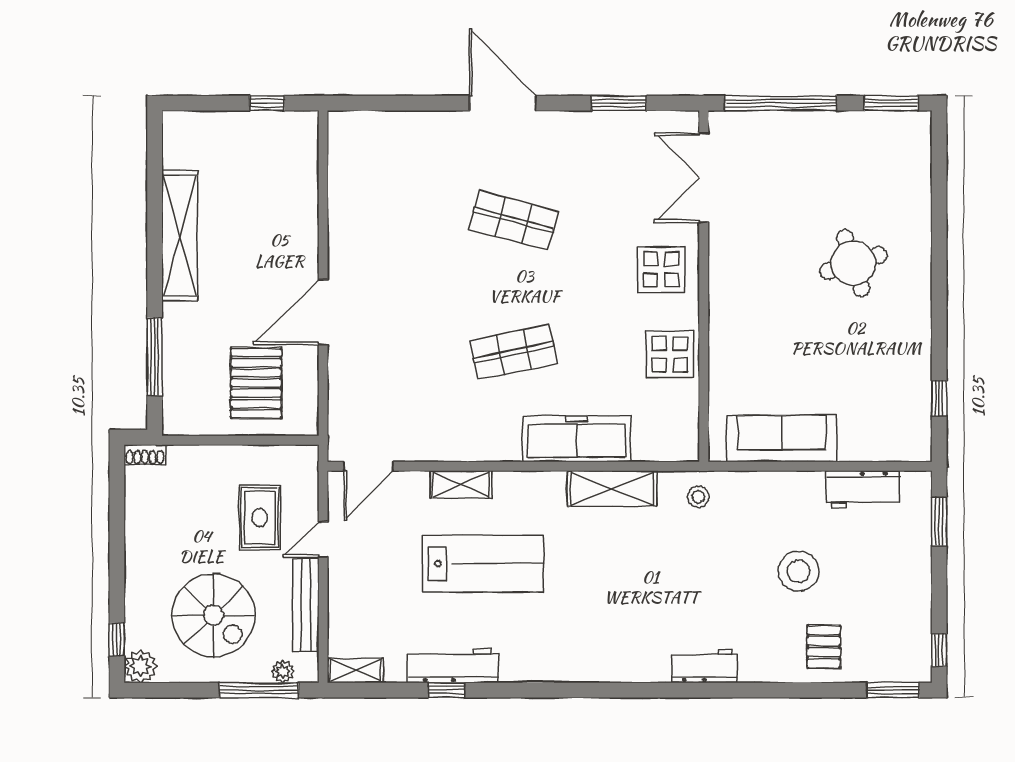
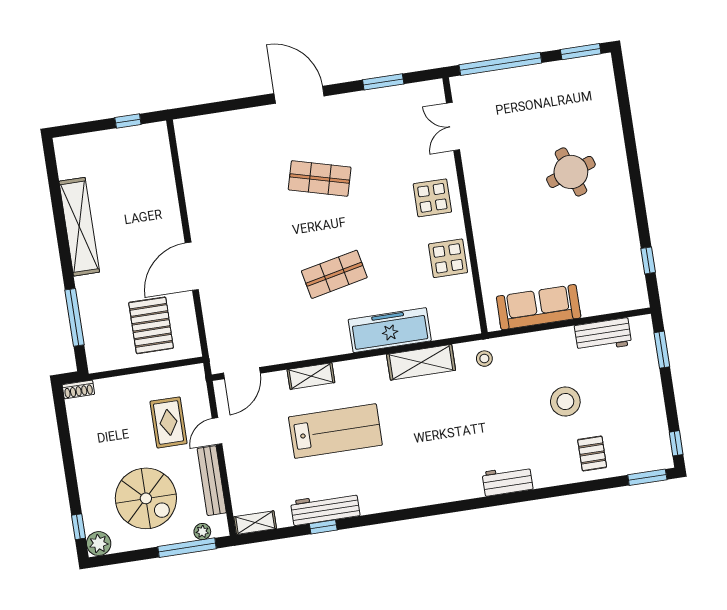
double door: (704, 178) -> (453, 127), width x0.73

